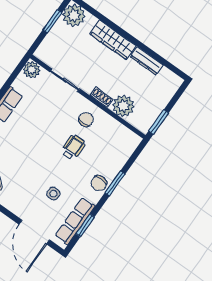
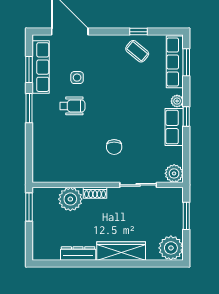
window: (52, 21) -> (186, 216), moved
chair: (86, 119) -> (114, 147), moved
wheelchair: (73, 147) -> (72, 106), moved, turned -90
chair: (99, 183) -> (43, 115), removed
window: (115, 183) -> (29, 108), moved

